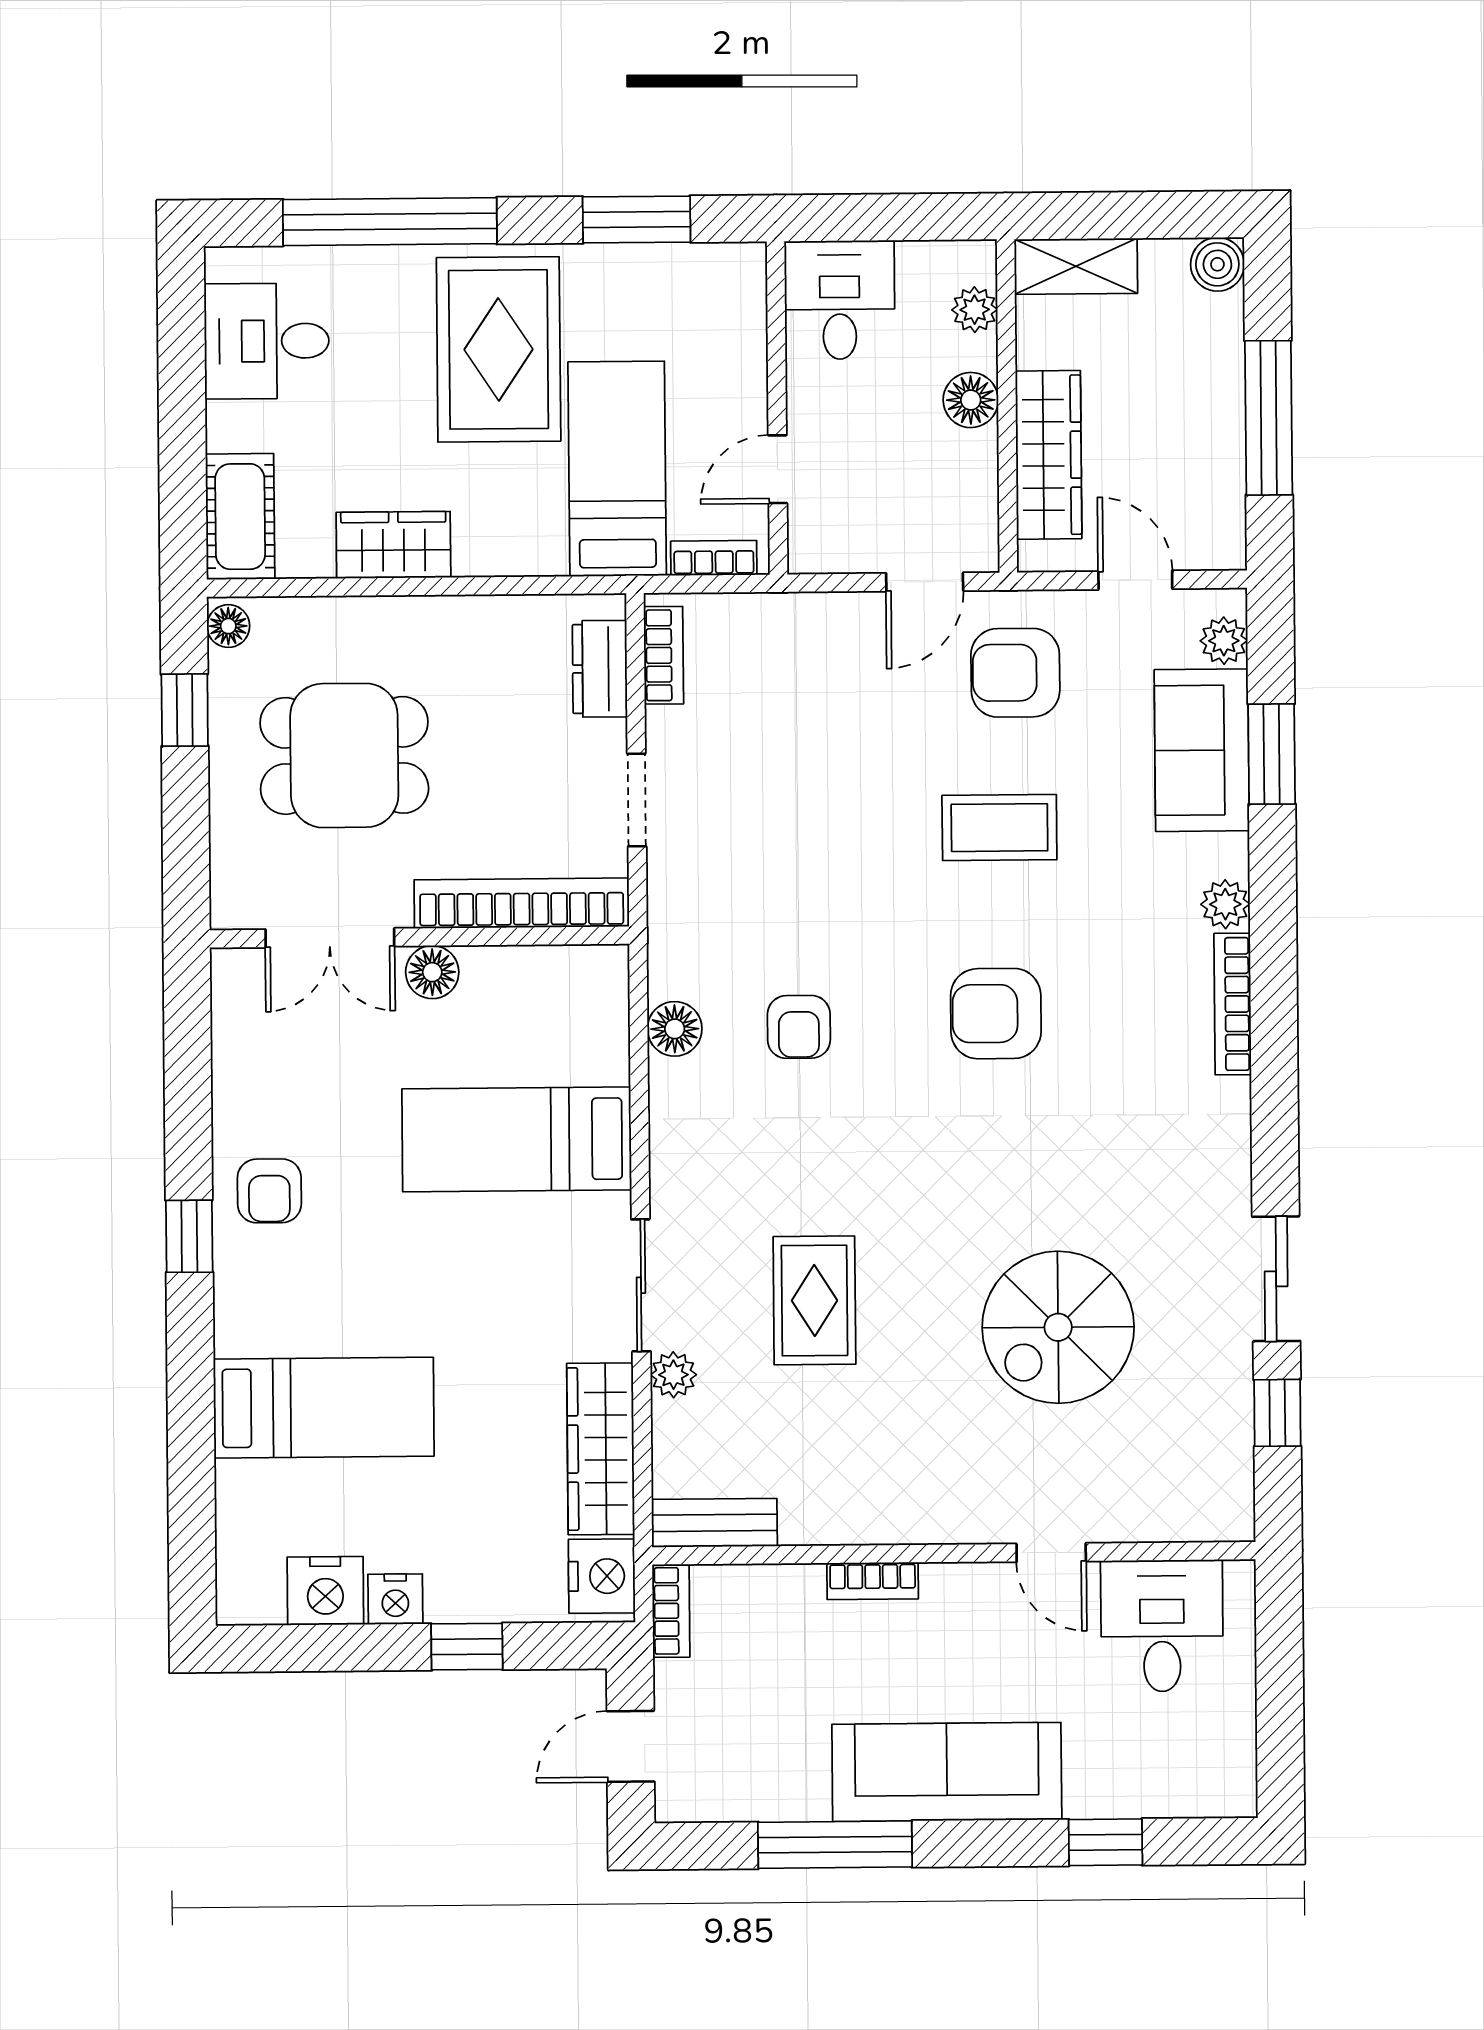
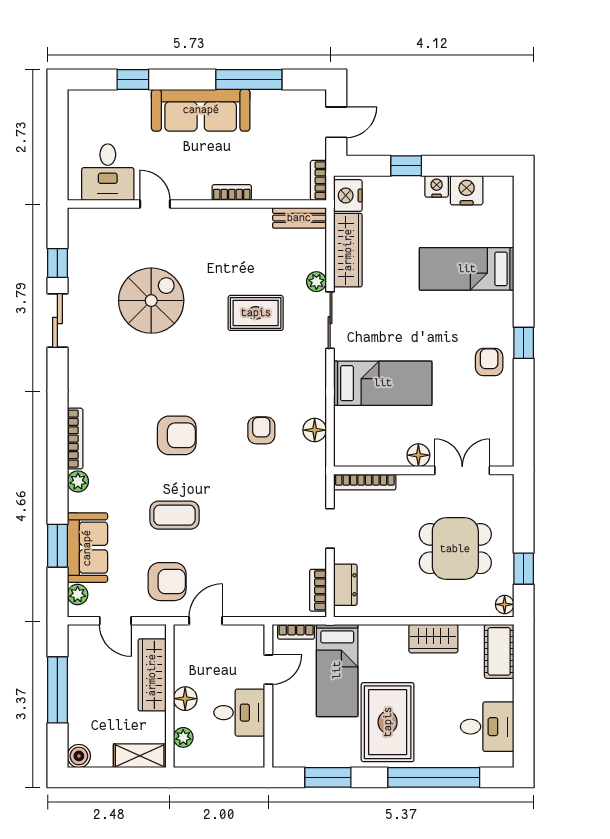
desk: (840, 300) -> (239, 713), moved, turned -90
bookcase: (522, 903) -> (365, 482), width x0.68, depth x0.76
rug: (814, 1300) -> (256, 313), turned 90

